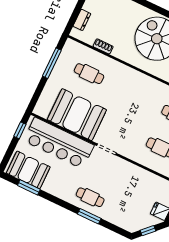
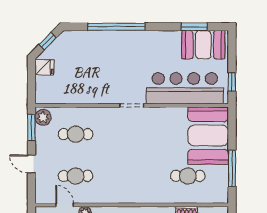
booth: (77, 115) -> (208, 136), moved, turned 90
cafe table: (90, 197) -> (125, 47), removed
window: (89, 216) -> (116, 27), width x2.11

